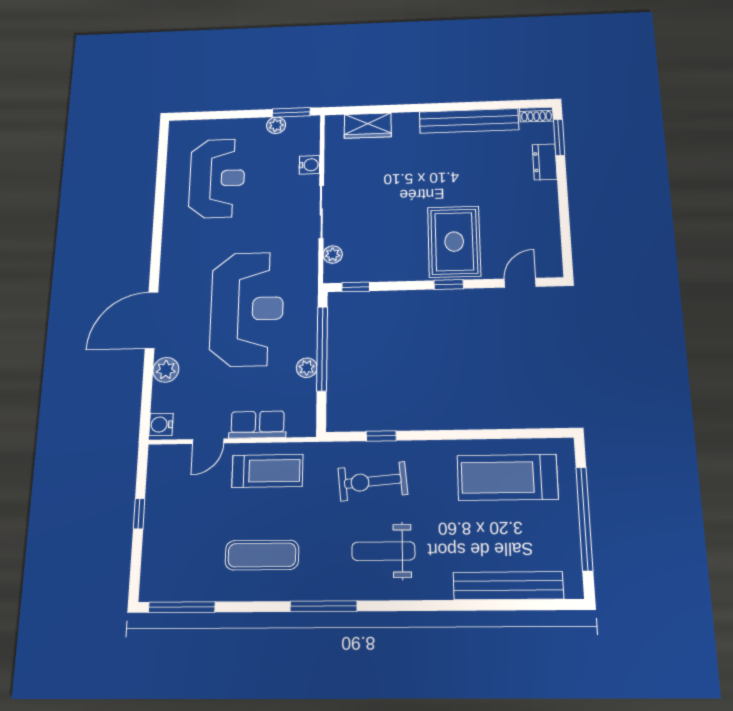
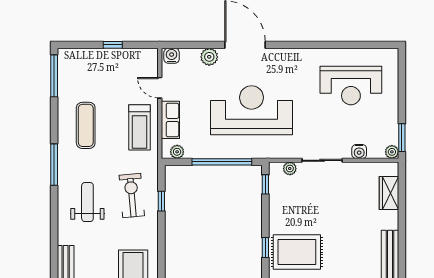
plant: (276, 125) -> (392, 152), moved
reception desk: (247, 309) -> (251, 110), turned 180
plant: (307, 368) -> (177, 152), moved

